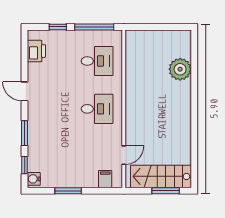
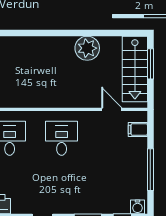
plant: (180, 69) -> (87, 48), moved
window: (68, 191) -> (150, 170), width x1.44

